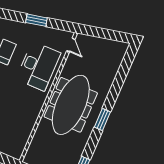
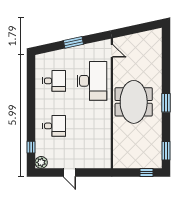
meeting table: (71, 105) -> (134, 102), width x0.73

